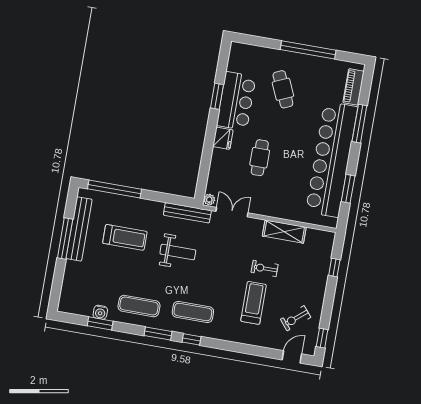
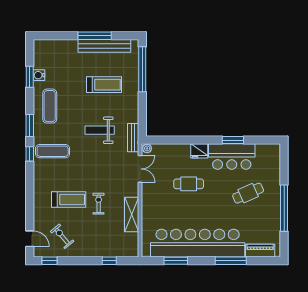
bench: (187, 213) -> (133, 138), width x0.73
treadmill: (125, 237) -> (104, 85), turned -90
weight bench: (178, 252) -> (100, 130), turned 90
exercise mat: (193, 312) -> (53, 151), turned 90

